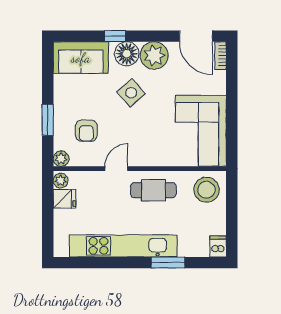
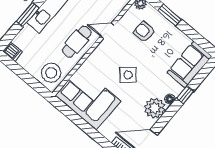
floor lamp: (127, 54) -> (170, 99), width x0.53, depth x0.53
side table: (131, 93) -> (128, 75), moved
door: (116, 169) -> (107, 31), swing flipped

